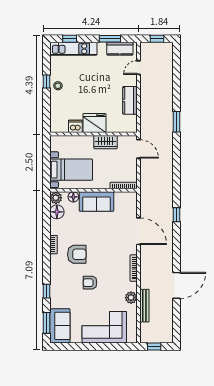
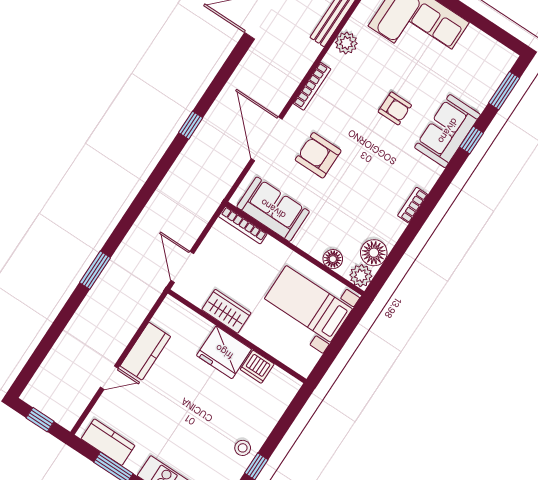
door: (138, 68) -> (109, 378), moved
sofa: (96, 202) -> (273, 209), moved
armchair: (77, 254) -> (318, 155), moved
sofa: (60, 326) -> (448, 131), moved

